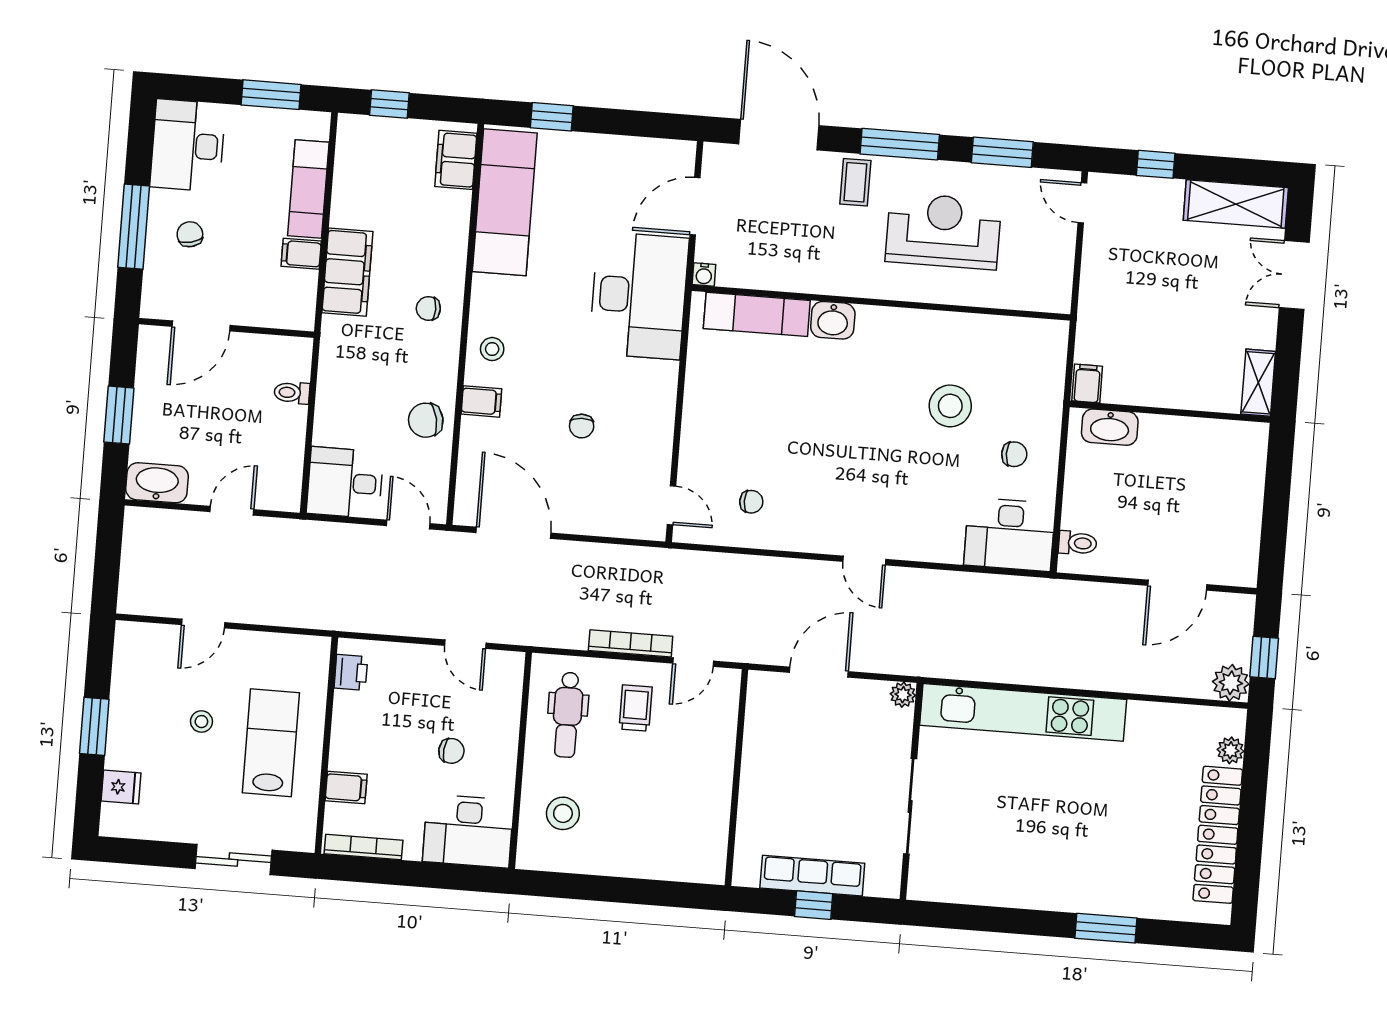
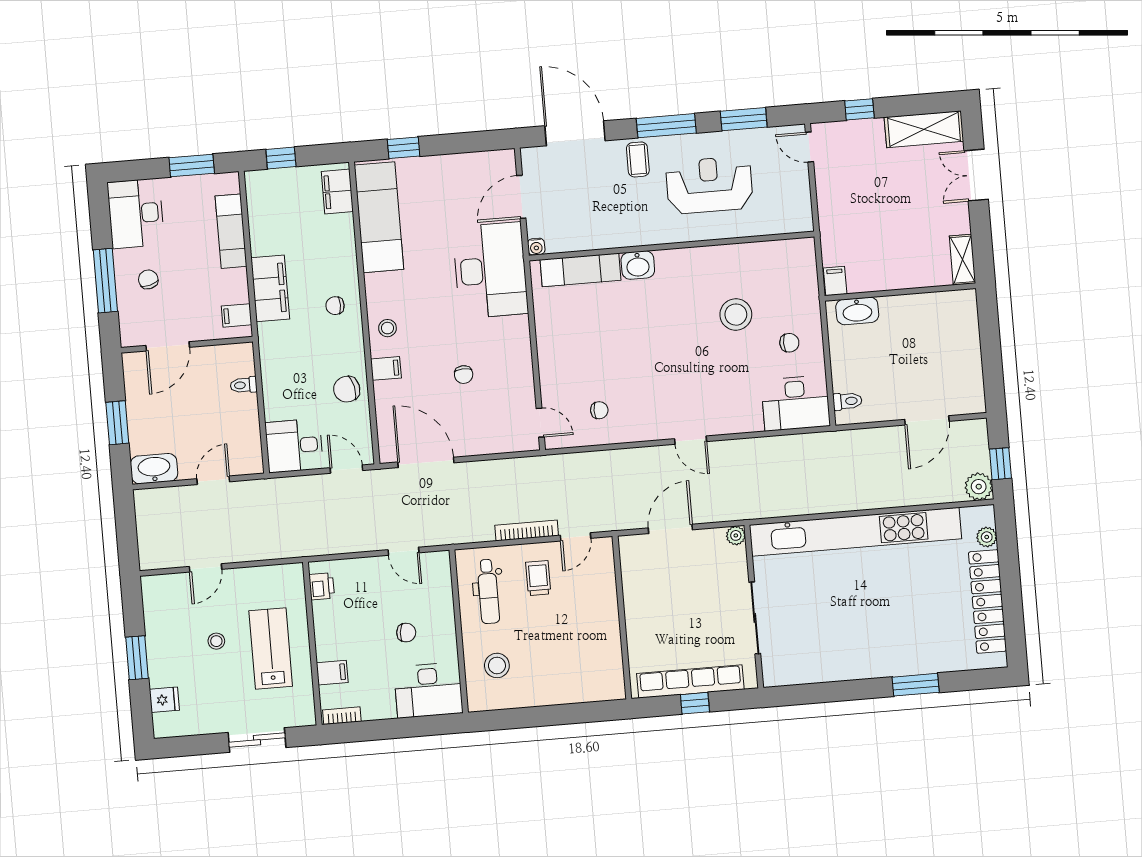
filing cabinet: (301, 254) -> (236, 315), moved
kitchen unit: (1023, 712) -> (855, 532), width x1.36
bookcase: (364, 847) -> (342, 716), width x0.64
row of seats: (812, 876) -> (690, 681), width x1.36

